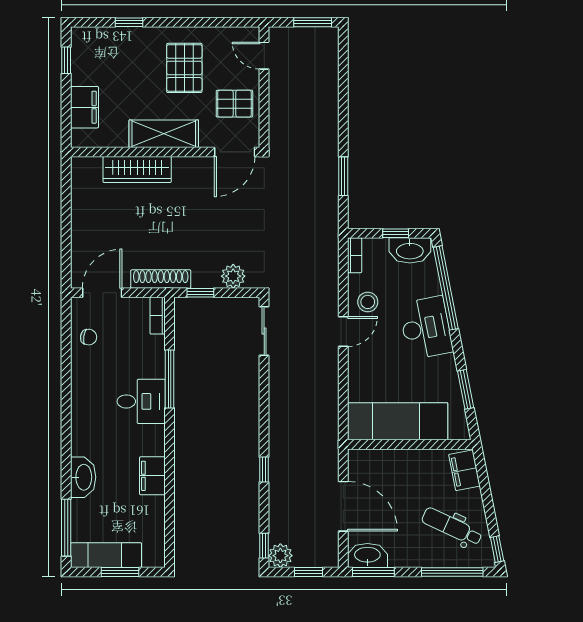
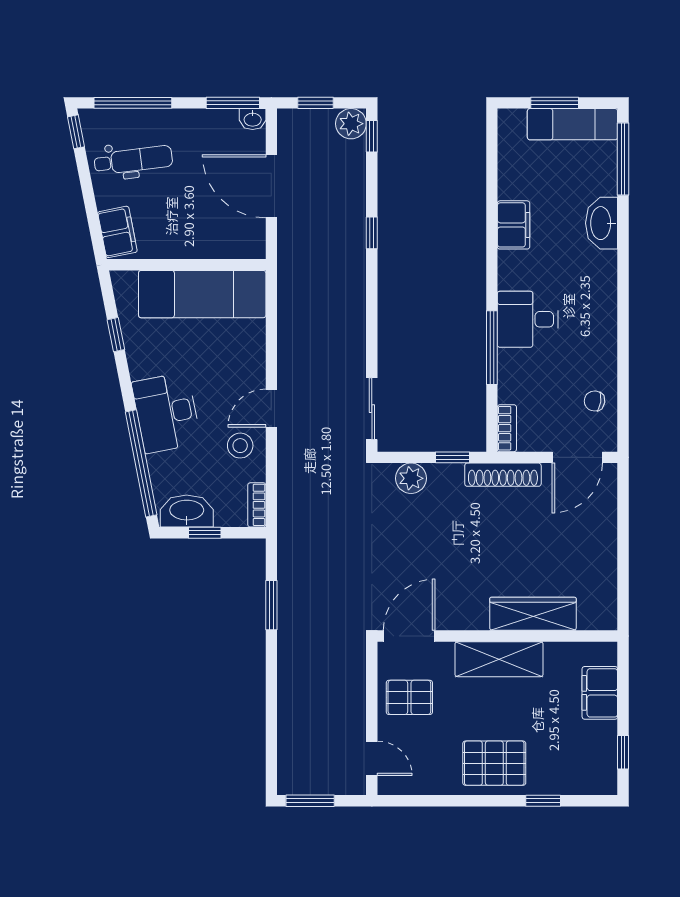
pallet: (184, 68) -> (494, 763), moved, turned 90
window: (466, 389) -> (116, 335), width x0.67
dental chair: (452, 527) -> (133, 160), turned -32
washbasin: (367, 555) -> (253, 119), width x0.52, depth x0.69

